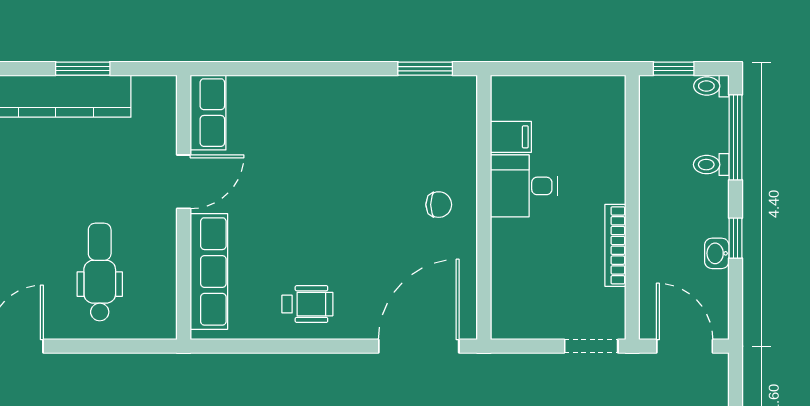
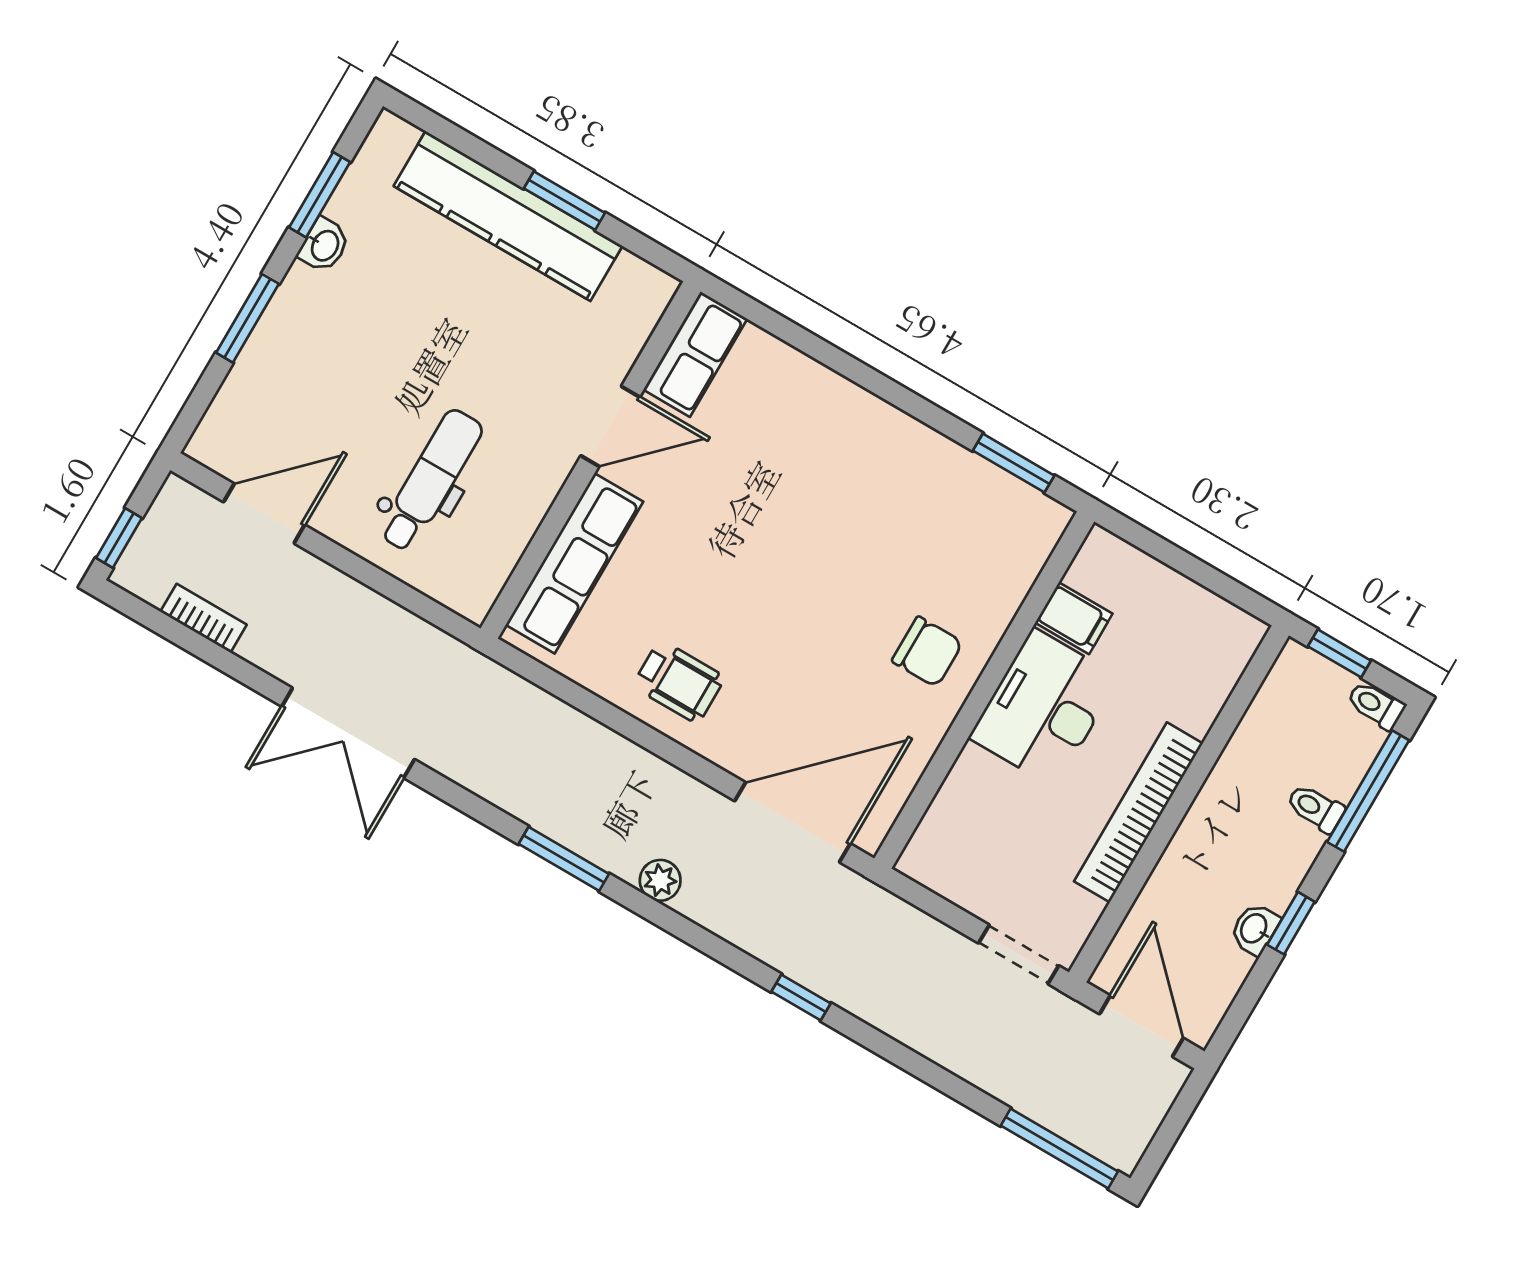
desk: (524, 186) -> (1044, 708), width x1.37
chair: (439, 205) -> (927, 652), width x1.37, depth x1.37
bookcase: (615, 245) -> (1138, 812), width x1.48, depth x1.31

